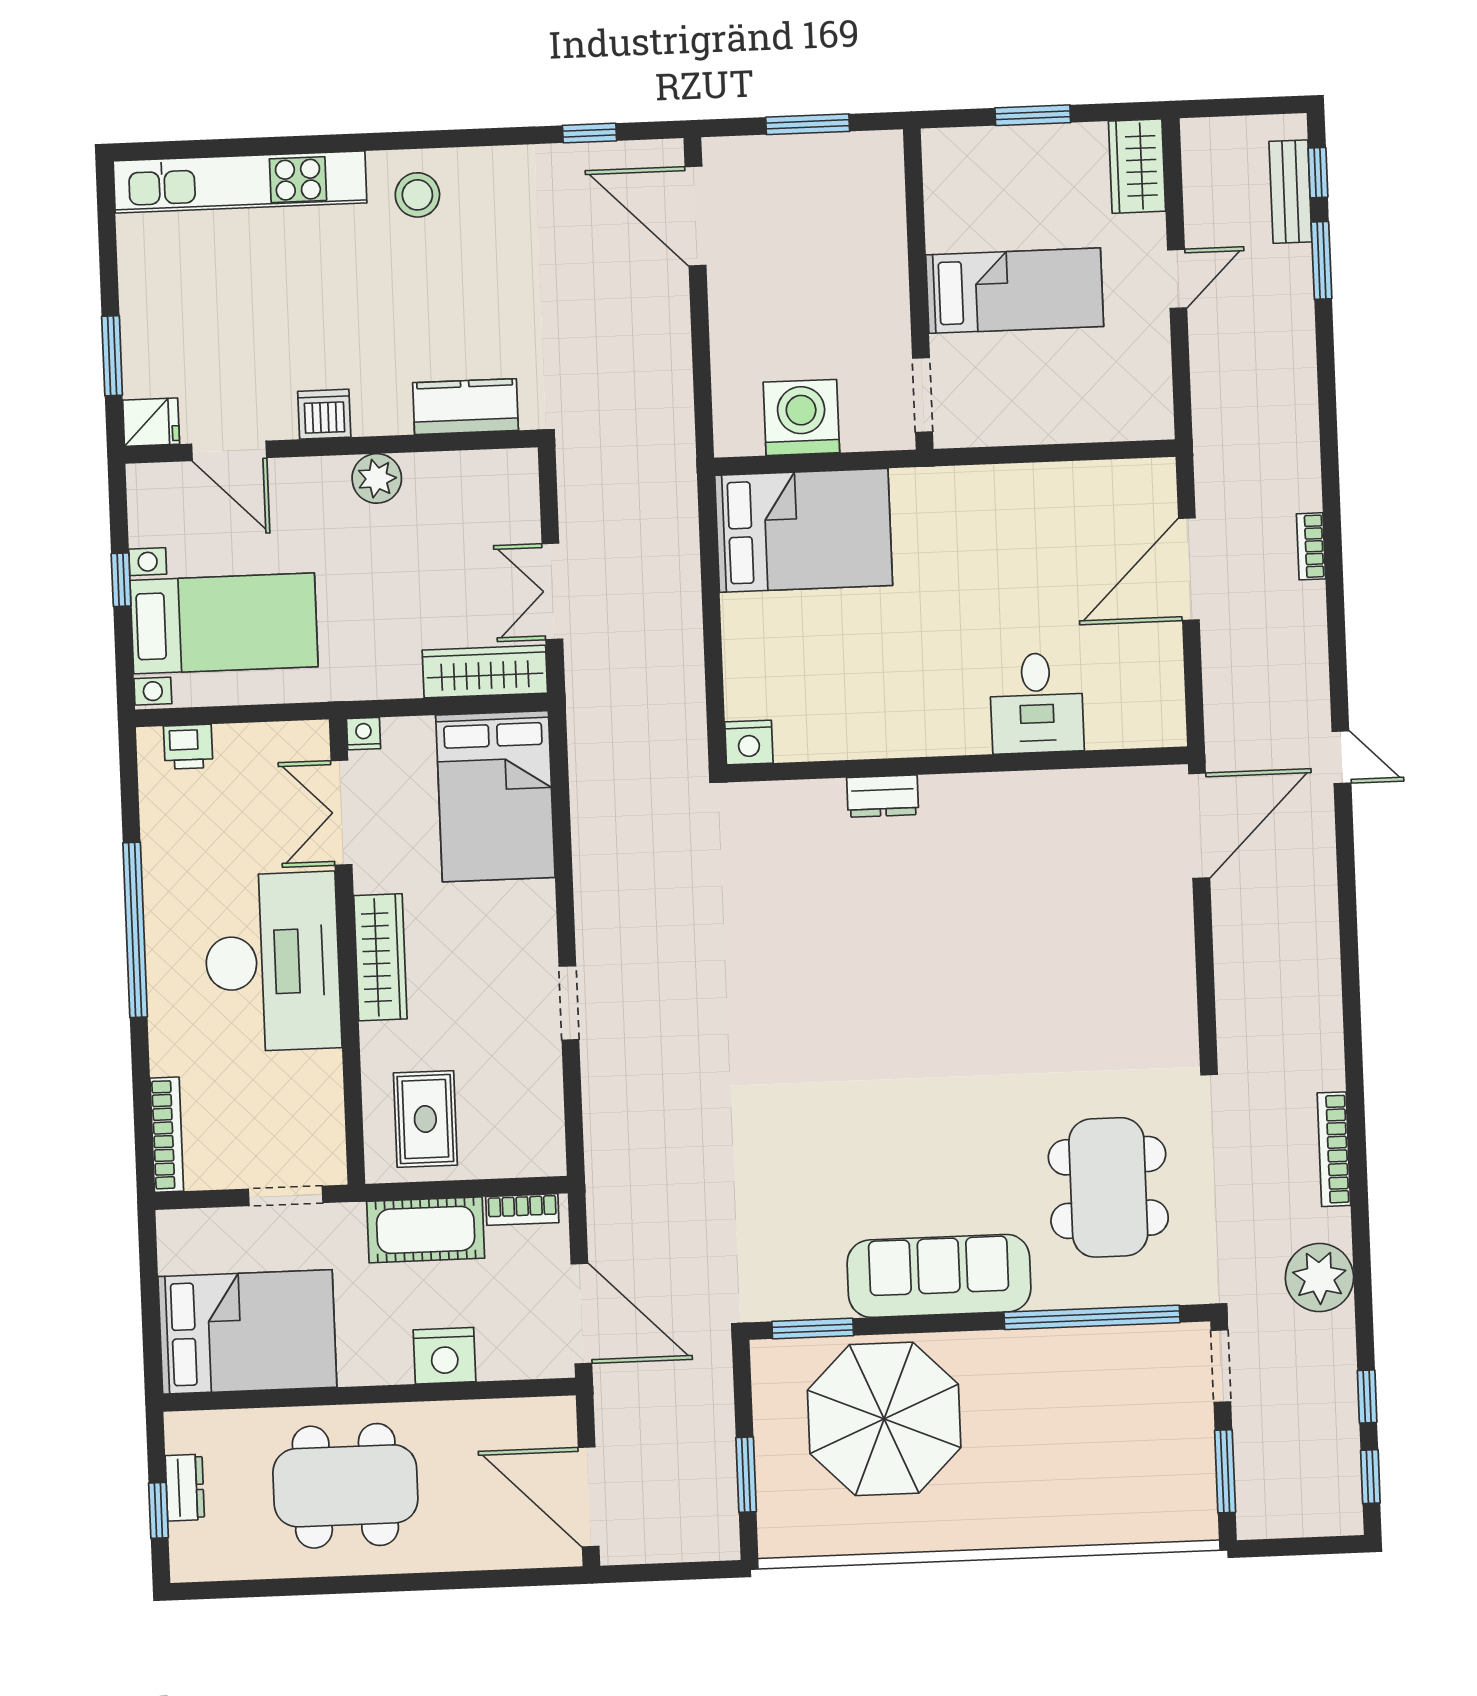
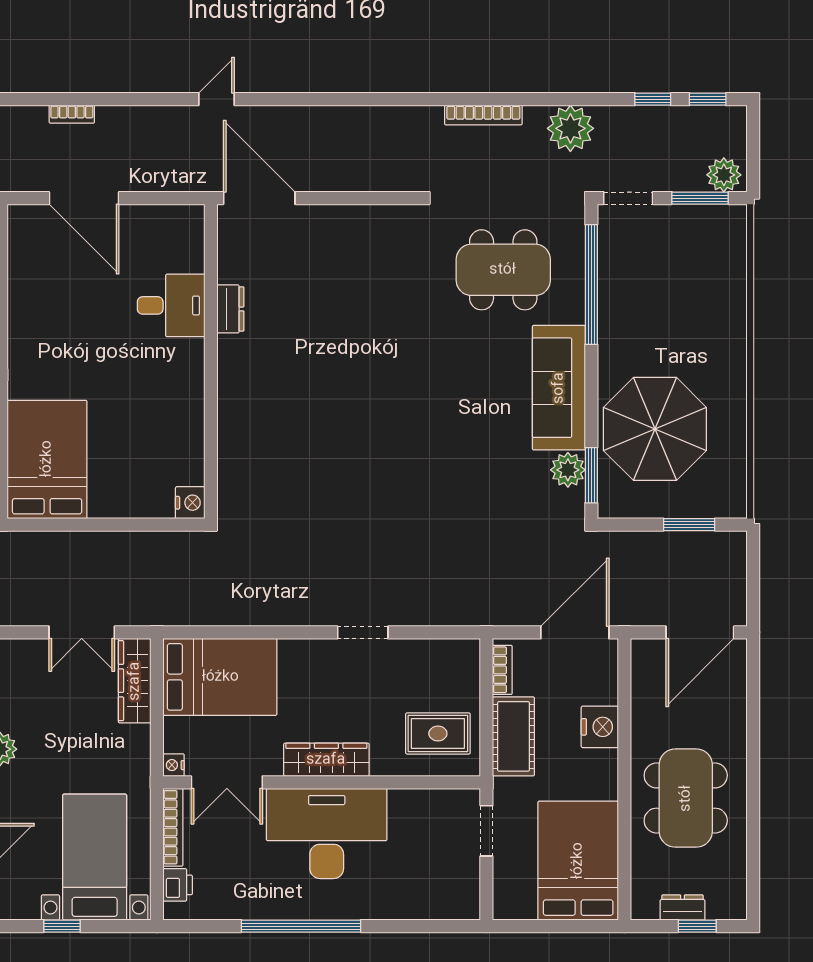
dresser: (883, 796) -> (230, 309), moved
bookcase: (167, 1135) -> (173, 827), moved, turned 90
plant: (819, 1294) -> (568, 470), added
plant: (1260, 1505) -> (724, 175), added

